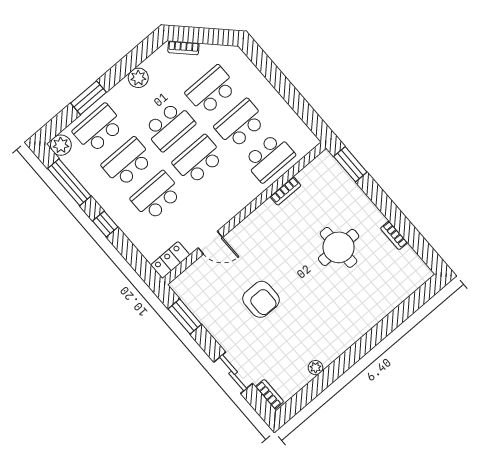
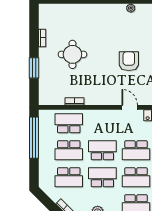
window: (297, 102) -> (34, 138), added
school desk: (198, 160) -> (102, 150), turned 180
window: (350, 164) -> (34, 68), moved

